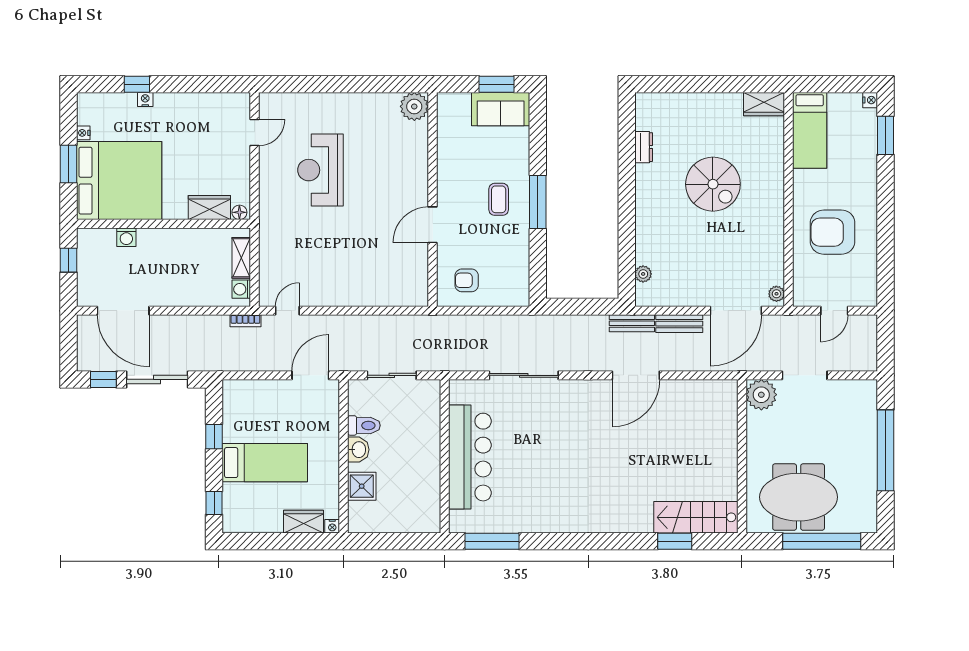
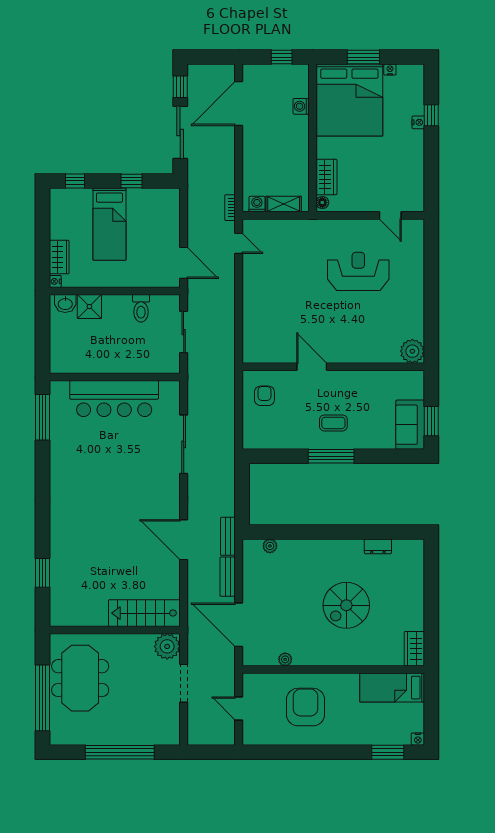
plant: (776, 294) -> (285, 659), moved
washbasin: (358, 450) -> (65, 304), moved
stairs: (696, 517) -> (144, 613), moved, turned -90

